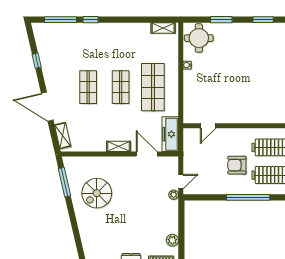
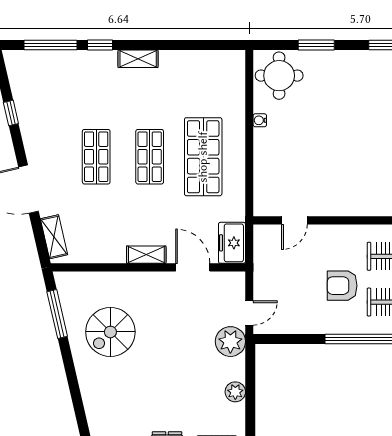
shelving: (163, 28) -> (138, 59), moved
freezer: (170, 134) -> (232, 243), width x0.71
plant: (174, 195) -> (230, 342), width x1.88, depth x1.88
plant: (172, 240) -> (235, 392), moved

